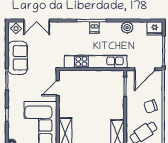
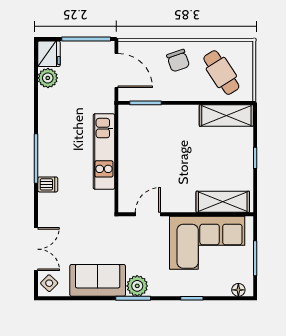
dishwasher: (94, 28) -> (48, 184), moved
plant: (127, 28) -> (48, 78), moved
kitchen unit: (96, 62) -> (104, 151), width x0.73
plant: (14, 82) -> (137, 286), added
door: (58, 88) -> (148, 214), swing flipped

